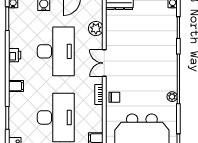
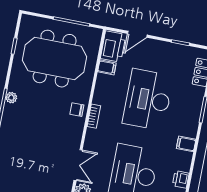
double door: (104, 63) -> (78, 165), moved

